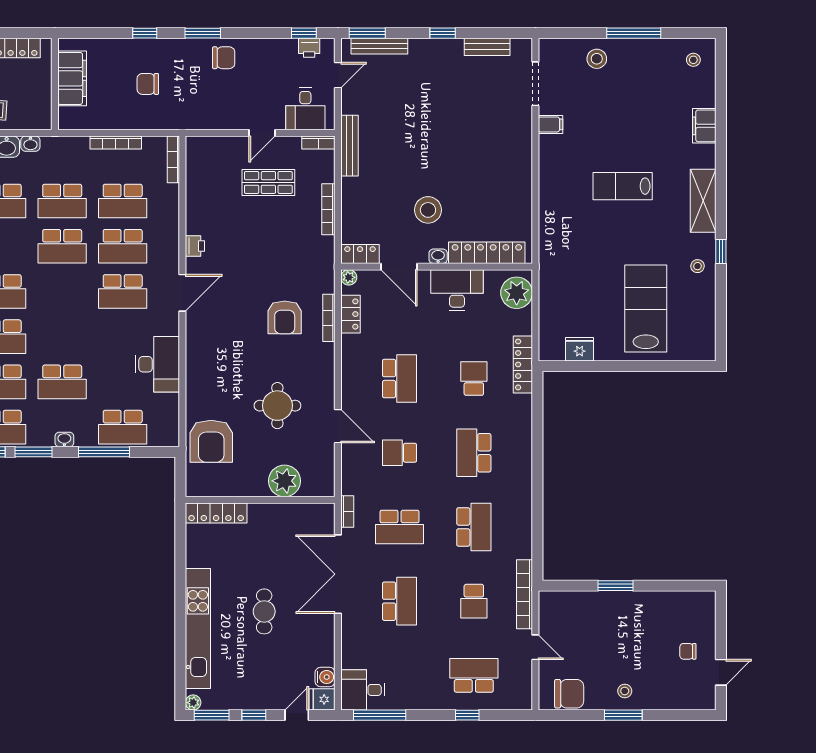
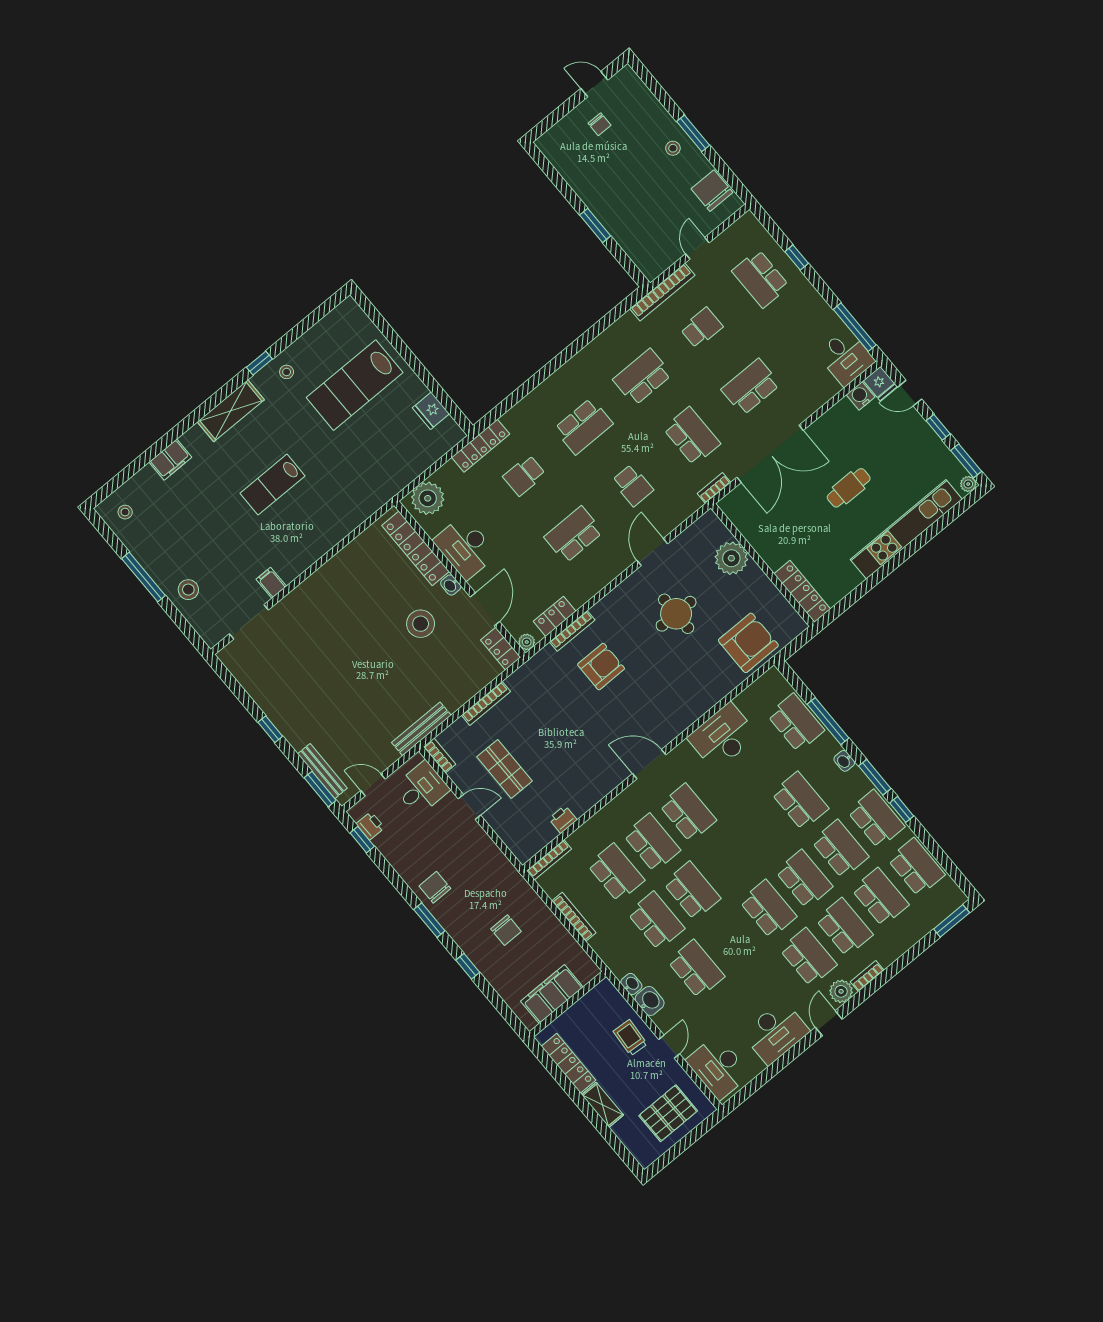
bench: (487, 47) -> (252, 685), removed
lab bench: (623, 186) -> (273, 485), turned 90
printer: (195, 246) -> (563, 819), moved

